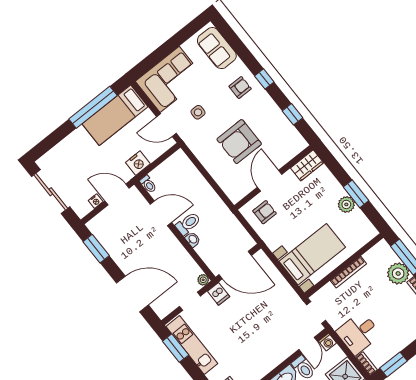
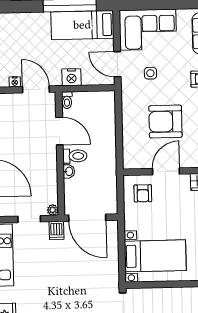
armchair: (265, 212) -> (143, 193), turned 90
bookcase: (348, 272) -> (173, 292), removed

